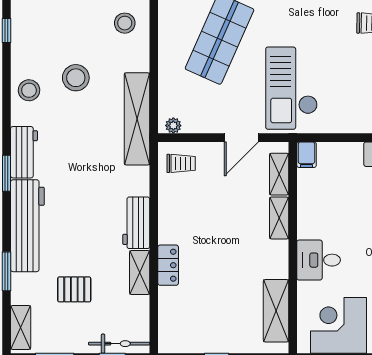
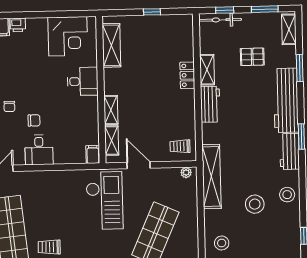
door: (241, 138) -> (139, 165), hinge flipped

